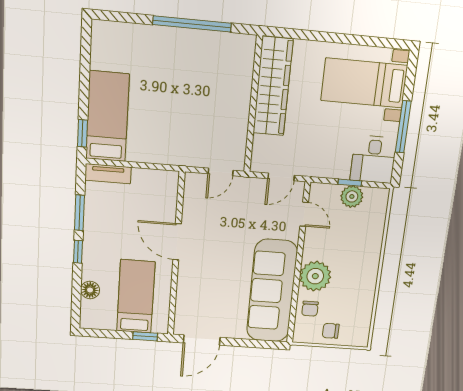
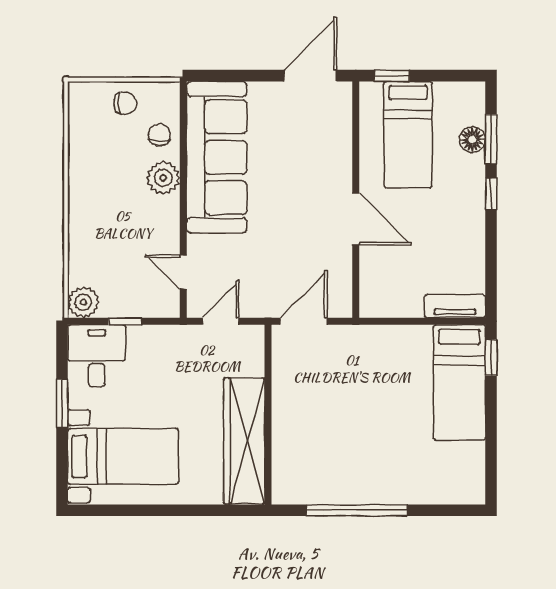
window: (403, 127) -> (62, 403), width x0.69
door: (221, 172) -> (304, 321), width x1.38
plant: (352, 196) -> (83, 302), moved
window: (79, 213) -> (491, 139), moved
plant: (315, 276) -> (163, 178), width x0.73, depth x0.73

